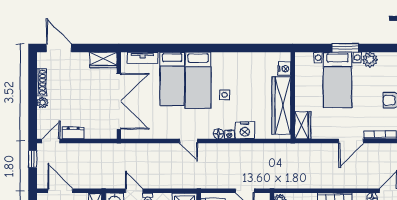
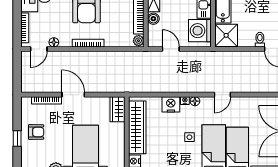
door: (189, 141) -> (222, 95), swing flipped
door: (351, 141) -> (73, 95), hinge flipped

